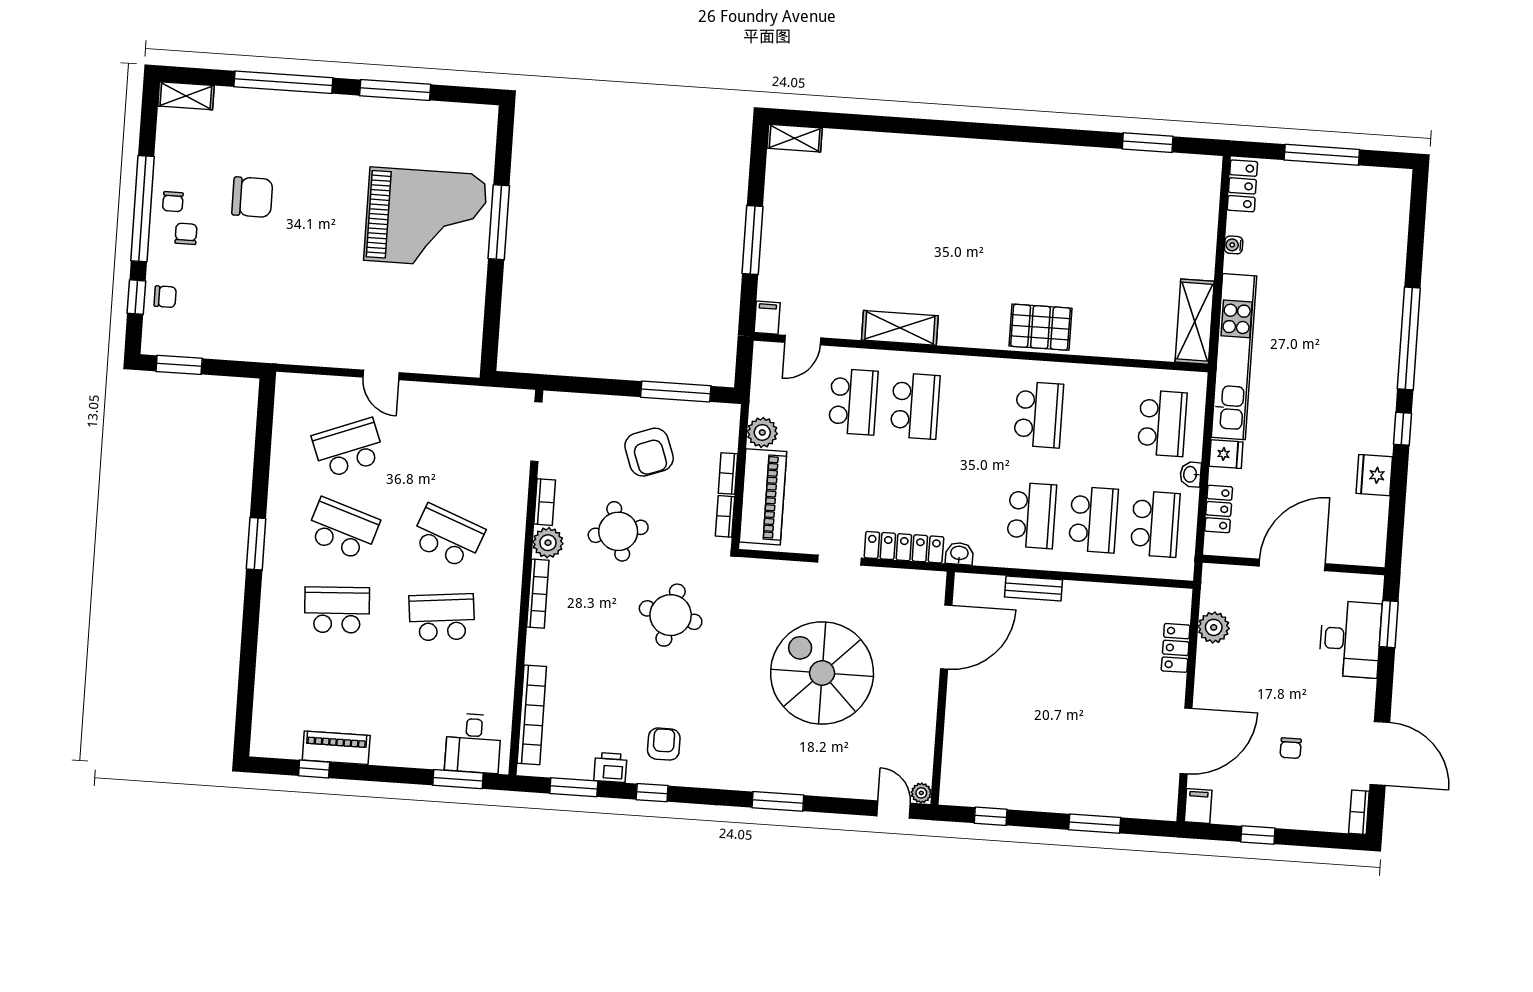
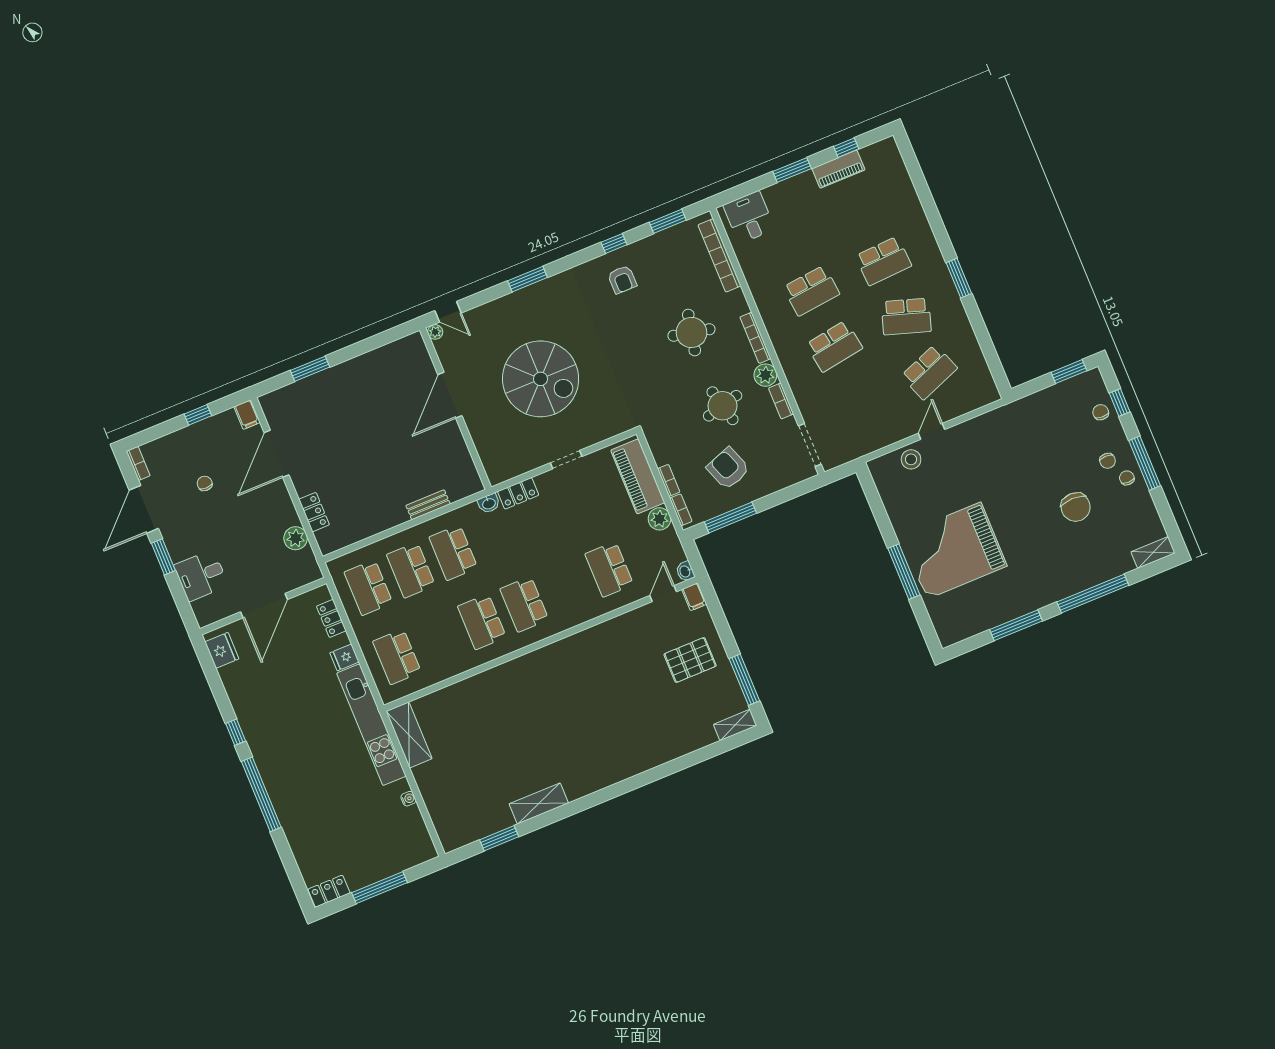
locker: (1242, 186) -> (329, 891), moved, turned 90
chair: (252, 197) -> (1076, 507), turned -90
window: (143, 209) -> (1145, 463), width x0.68
window: (753, 240) -> (744, 680), moved
chair: (165, 297) -> (1101, 412), turned 93
pallet: (1040, 327) -> (690, 660), moved
shelving: (900, 328) -> (539, 804), moved
stool: (423, 353) -> (911, 459), added
door: (381, 375) -> (932, 431), hinge flipped
school desk: (915, 406) -> (524, 604), moved
washbasin: (1191, 474) -> (685, 571), moved, turned 180
fridge: (1374, 475) -> (222, 650), moved
bookcase: (725, 516) -> (681, 510), moved
school desk: (448, 536) -> (834, 346), turned -30
locker: (904, 547) -> (518, 493), width x0.66
round table: (671, 615) -> (691, 333), moved
window: (1389, 624) -> (163, 557), moved
door: (946, 637) -> (450, 395), moved
desk: (1350, 639) -> (201, 575), width x0.73
door: (1380, 753) -> (144, 509), hinge flipped
printer: (610, 767) -> (650, 246), removed
window: (458, 779) -> (792, 170), moved
window: (991, 816) -> (381, 339), removed

